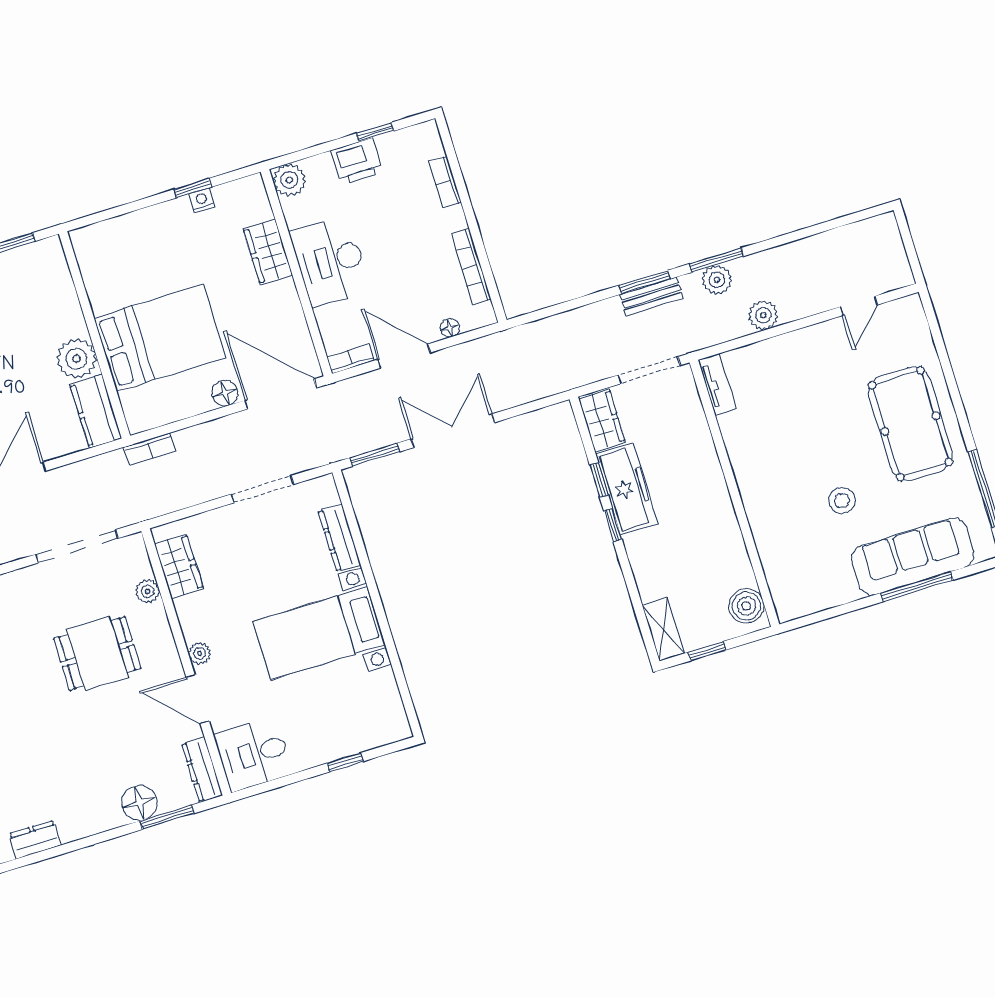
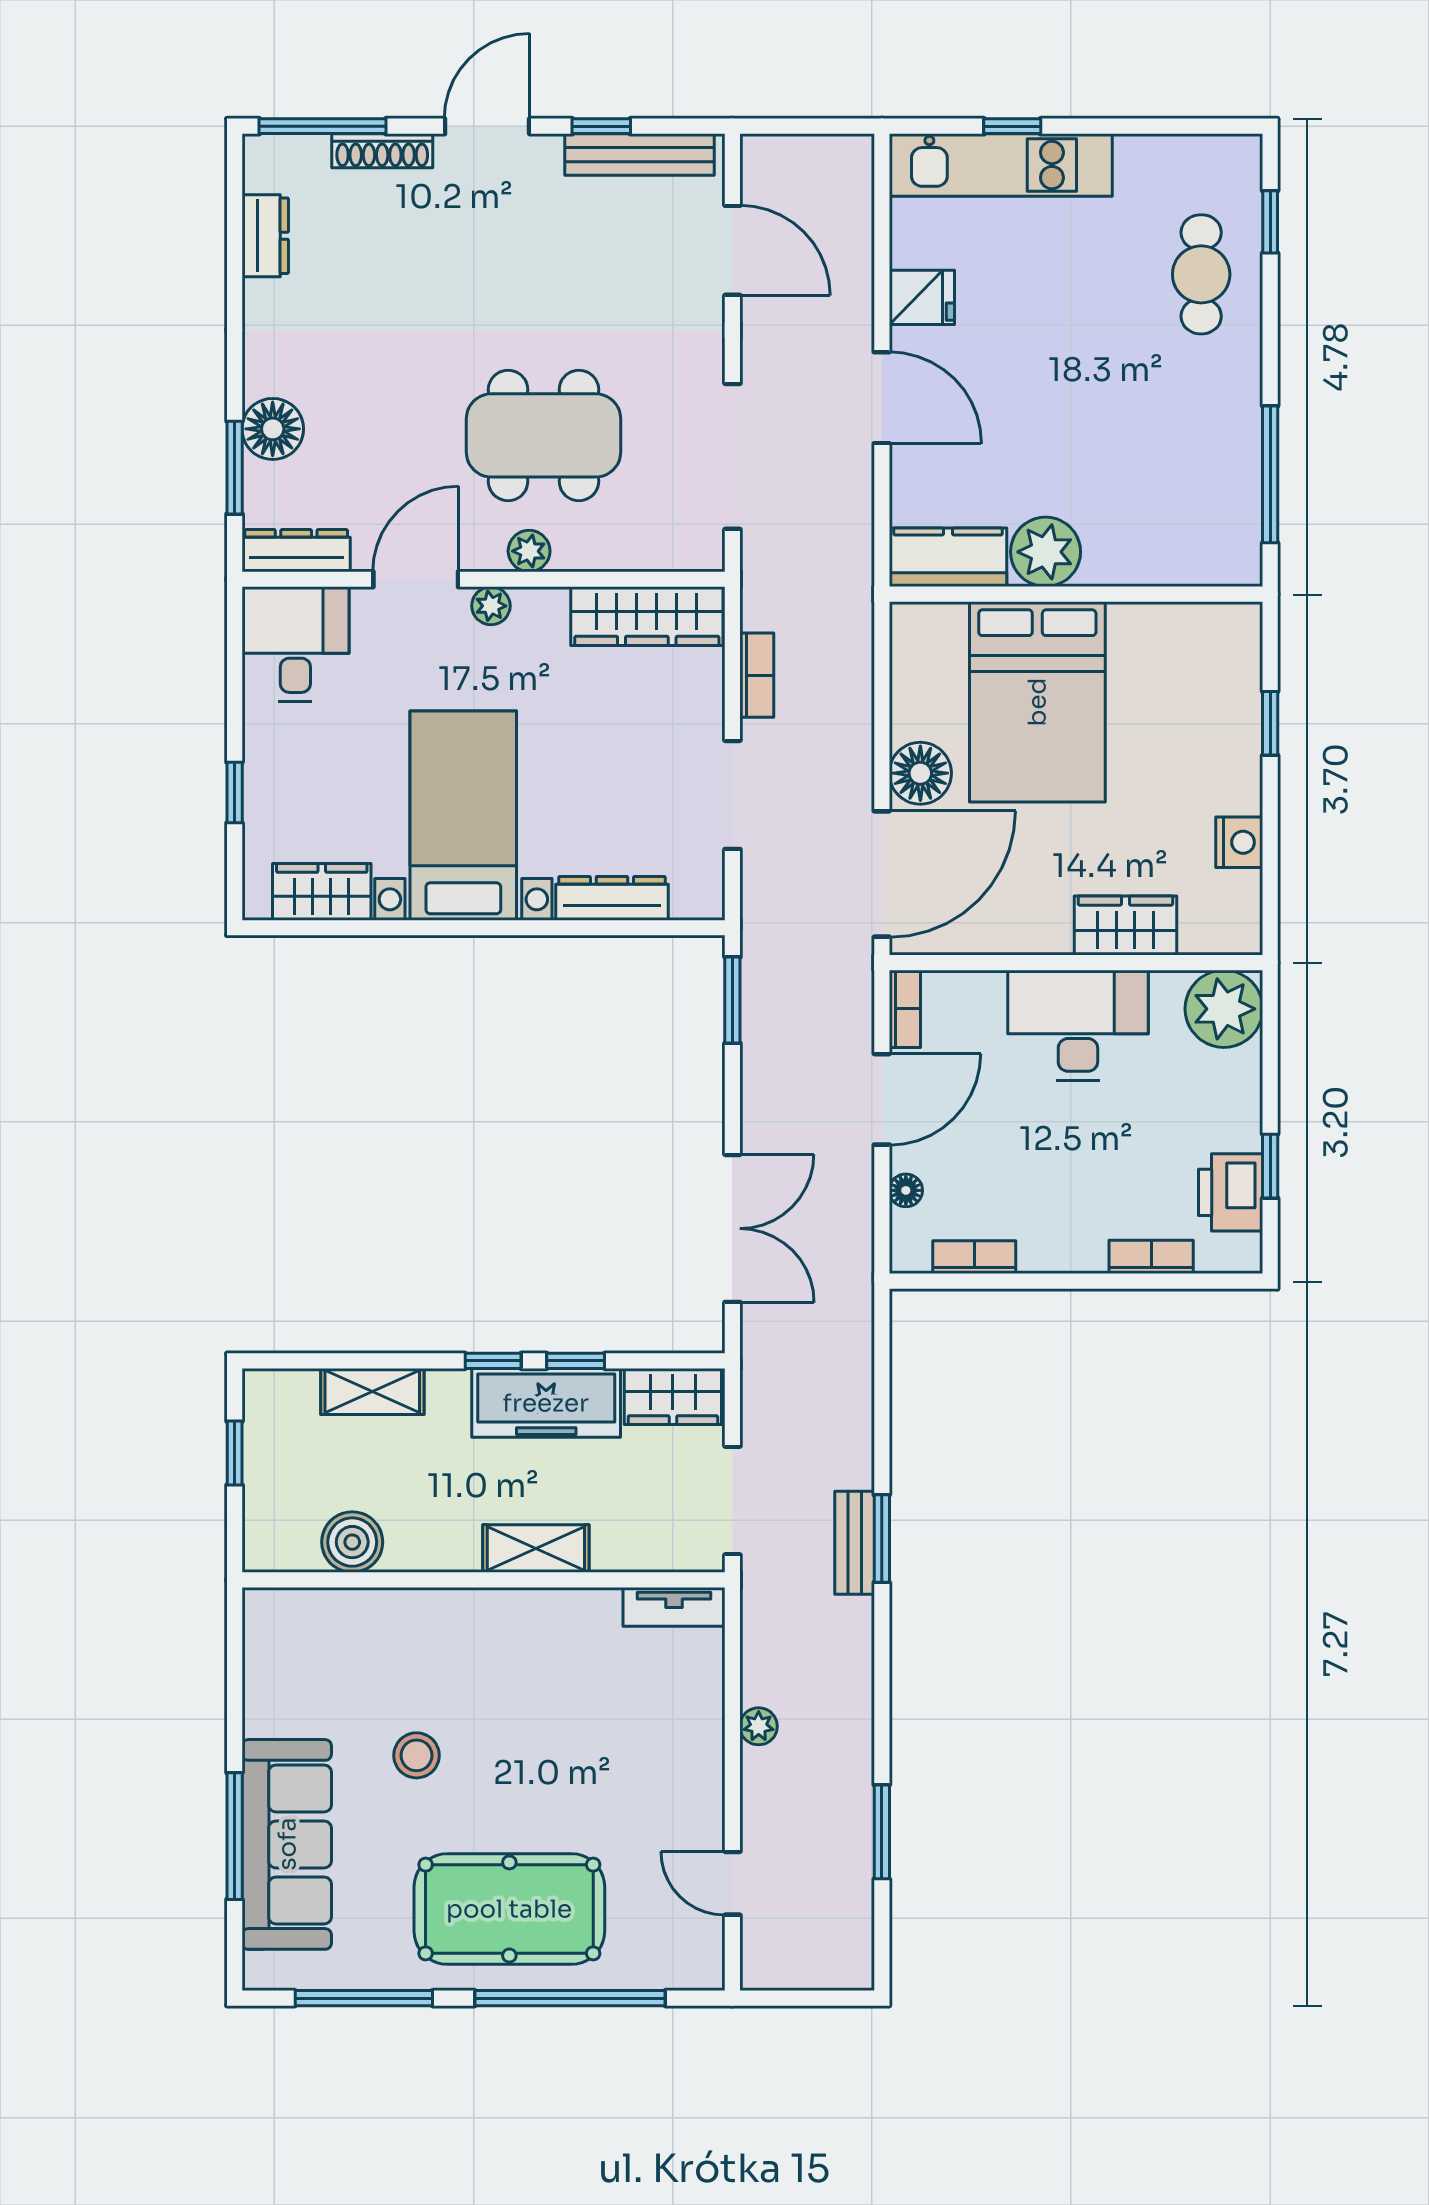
printer: (357, 161) -> (1231, 1192), moved
plant: (289, 180) -> (1224, 1009), width x1.36, depth x1.36
window: (193, 188) -> (1270, 723), moved
nightstand: (202, 200) -> (1239, 842), width x1.39, depth x1.35
window: (716, 260) -> (882, 1832), moved
bookcase: (471, 266) -> (974, 1257), width x0.64
plant: (717, 280) -> (848, 1660), removed
plant: (763, 315) -> (759, 1726), width x0.73, depth x0.73
window: (949, 375) -> (570, 1998), added
floor lamp: (225, 393) -> (920, 773), width x1.38, depth x1.38
double door: (453, 431) -> (732, 1228), moved
bookcase: (150, 449) -> (757, 675), moved, turned 180
shelving: (708, 470) -> (536, 1549), added
wardrobe: (179, 566) -> (647, 616), width x1.50
plant: (147, 591) -> (529, 551), moved
boiler: (746, 606) -> (352, 1542), moved
shelving: (663, 629) -> (372, 1392), moved
dining table: (97, 653) -> (544, 435), width x1.38
wardrobe: (385, 698) -> (322, 892), added

